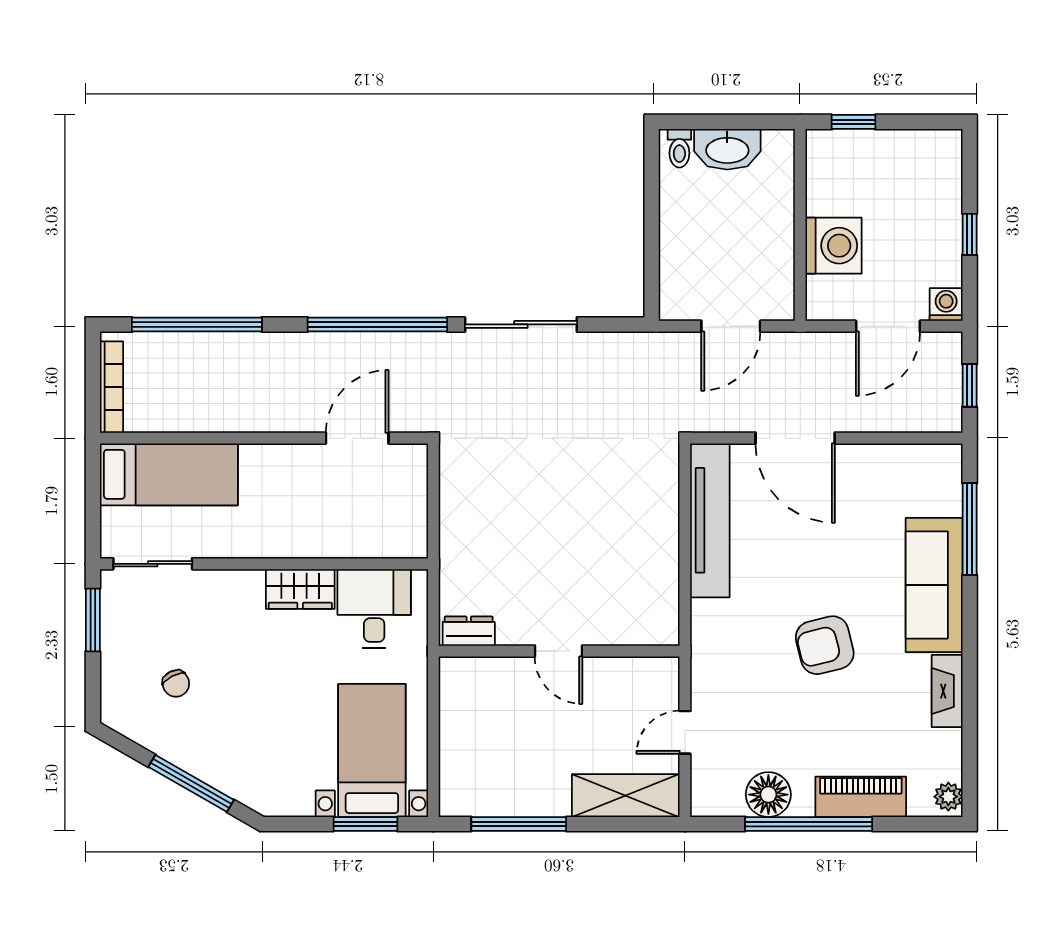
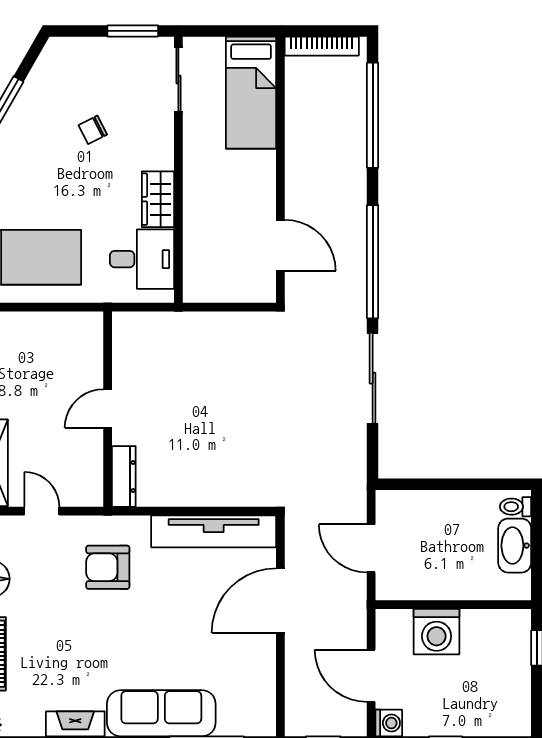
dresser: (469, 631) -> (124, 476), moved, width x1.44
armchair: (825, 645) -> (108, 567), moved, turned -76
chair: (176, 684) -> (93, 130), moved

